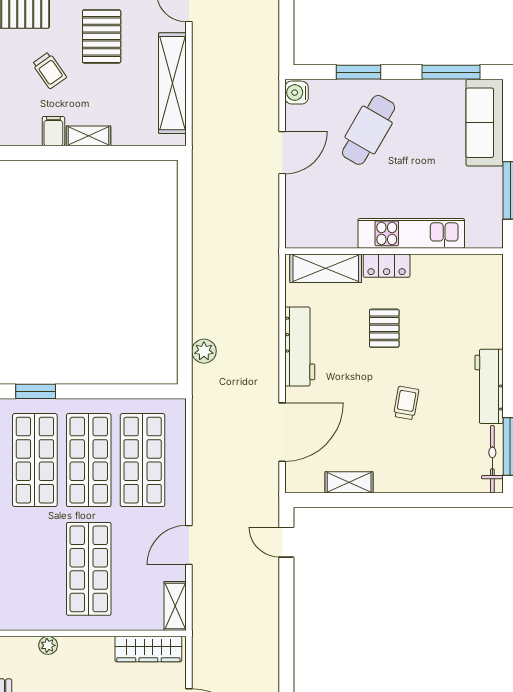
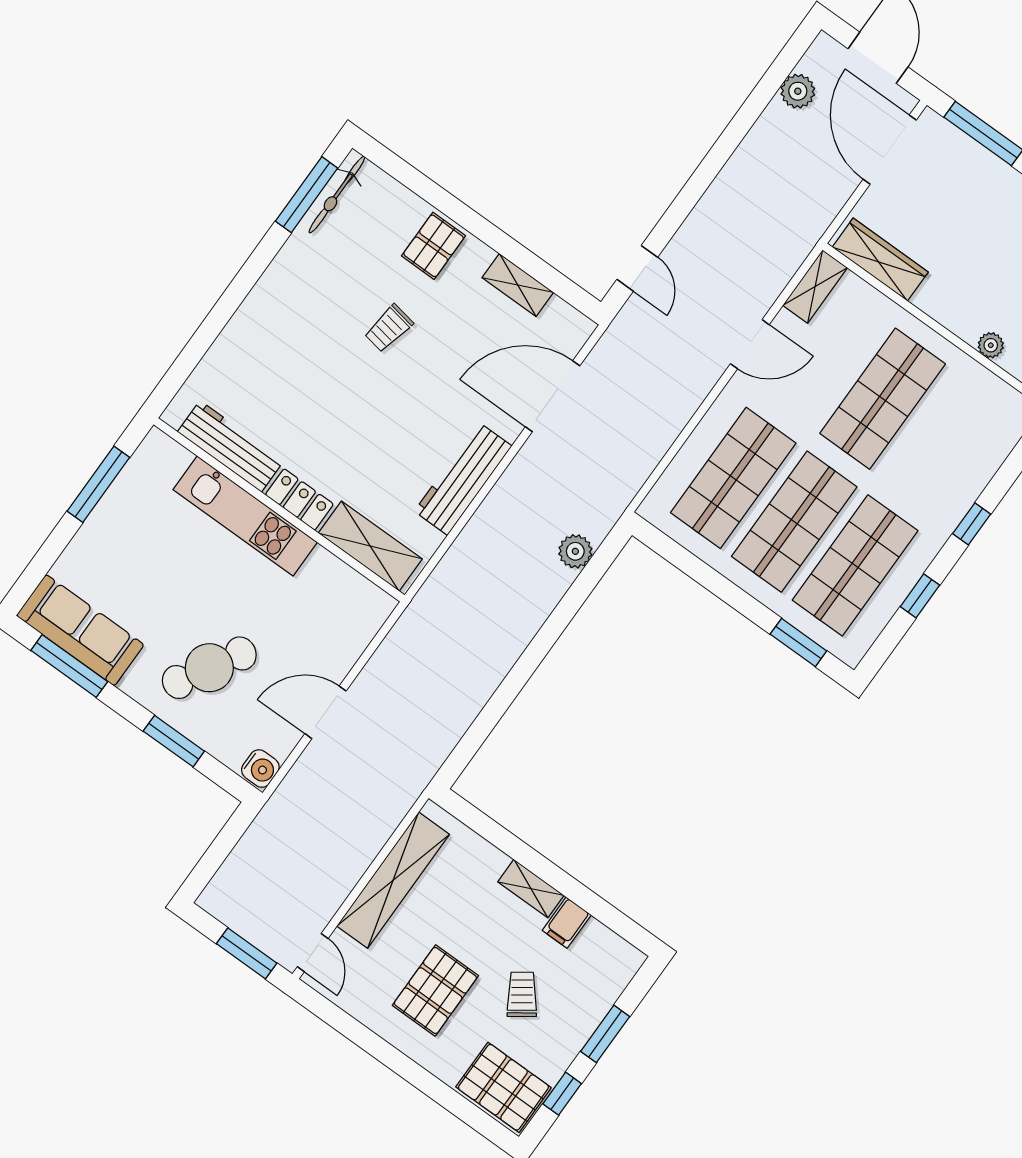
sofa: (485, 123) -> (80, 630), moved, turned -90
pallet: (384, 328) -> (434, 246), moved
workbench: (489, 386) -> (231, 446), moved, turned -90

